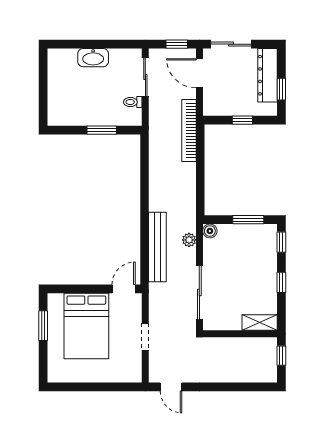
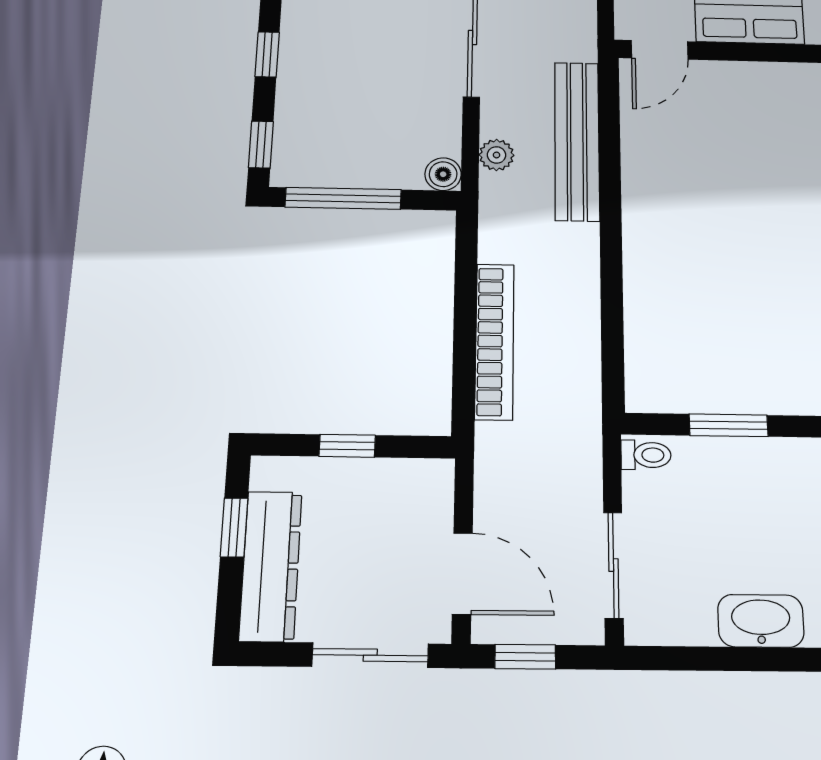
toilet: (133, 102) -> (646, 455), moved
bookcase: (189, 130) -> (495, 341), moved
window: (248, 220) -> (343, 198), width x1.44

